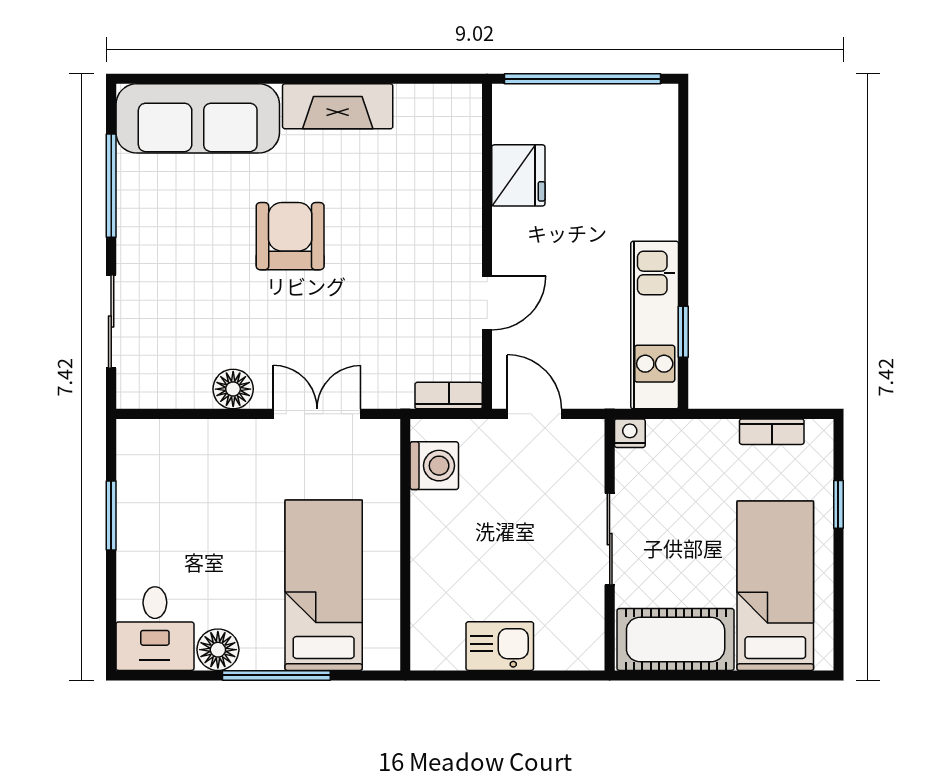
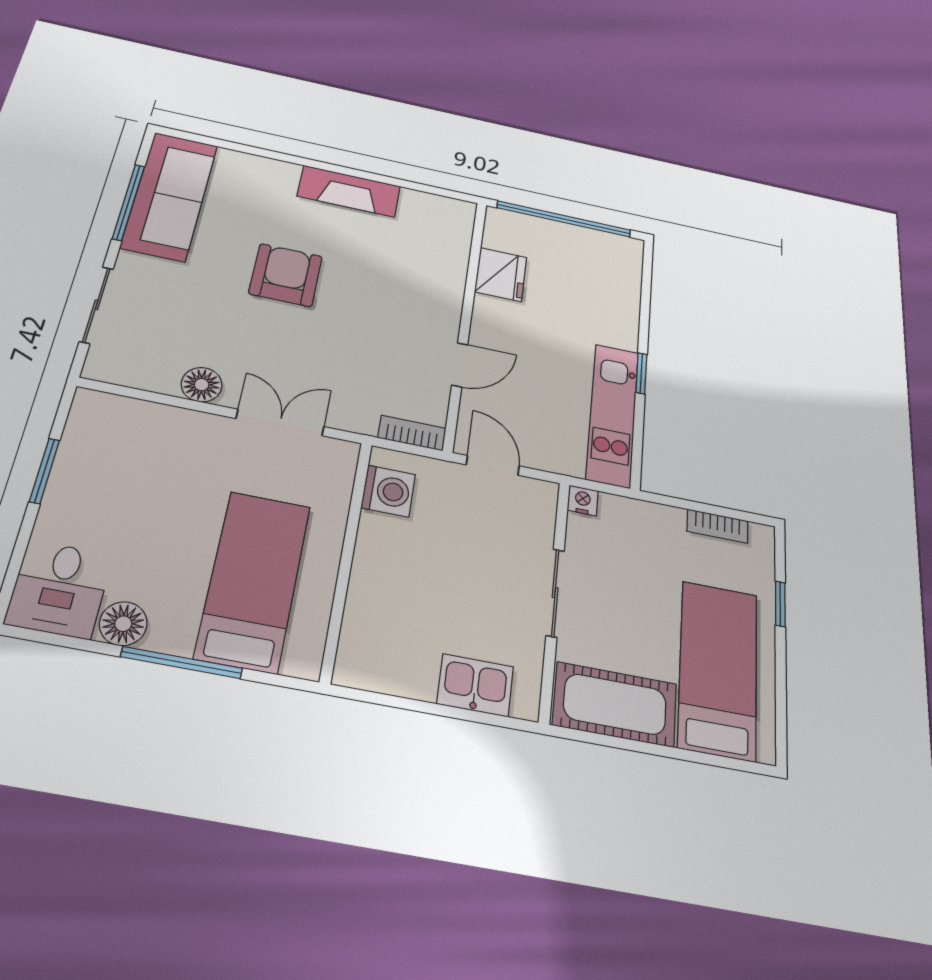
sofa: (198, 118) -> (170, 196), moved, turned -90
window: (683, 332) -> (641, 373), moved
kitchen sink: (500, 646) -> (475, 685), moved

